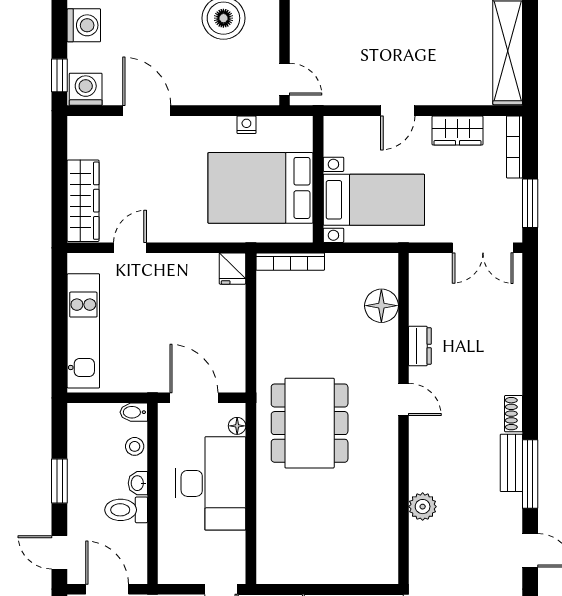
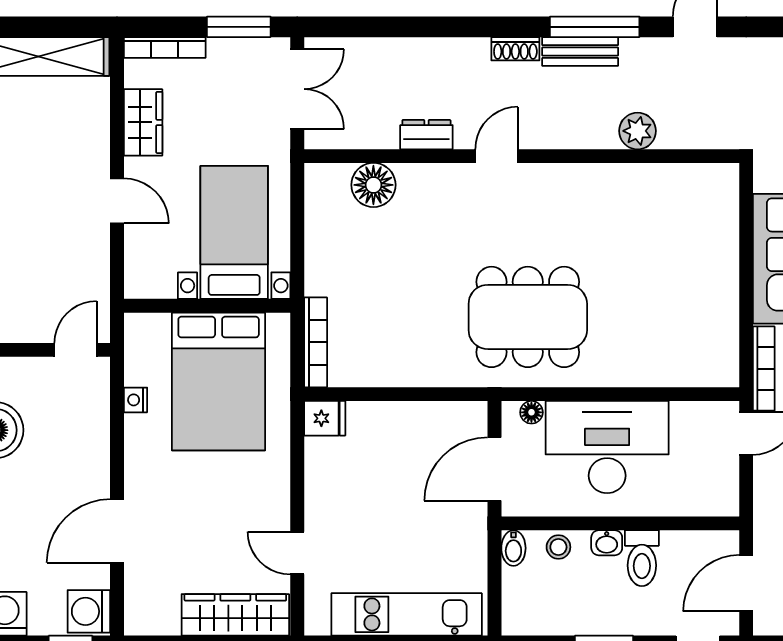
floor lamp: (381, 306) -> (373, 185), moved
dresser: (420, 346) -> (426, 135), moved
door: (403, 399) -> (497, 156), moved
wall: (403, 418) -> (522, 156), moved
plant: (423, 507) -> (638, 131), moved

